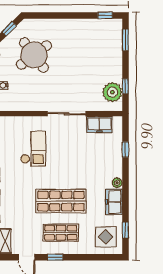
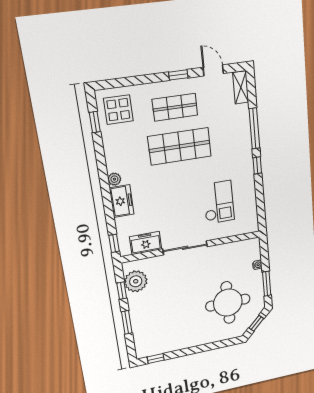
window: (125, 40) -> (127, 322), moved
round table: (34, 55) -> (228, 303), turned 37
checkout: (33, 149) -> (219, 202), turned 180
window: (125, 150) -> (114, 243), moved
freezer: (114, 202) -> (122, 201), moved

